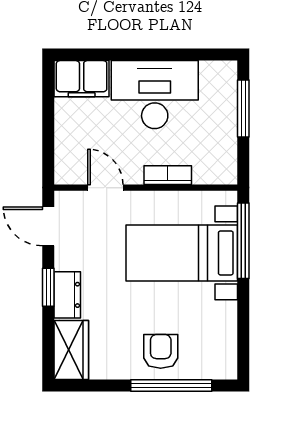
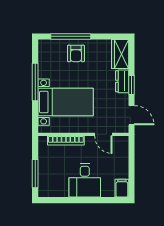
filing cabinet: (82, 79) -> (122, 188), width x0.50
desk: (155, 95) -> (85, 180), width x0.73
bookcase: (168, 175) -> (66, 141), width x1.56
window: (243, 241) -> (35, 82), moved

